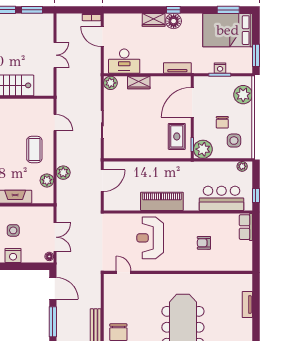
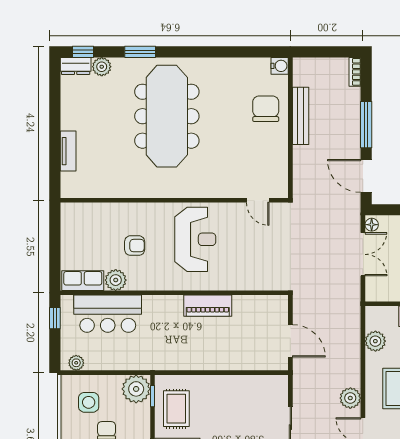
plant: (63, 173) -> (350, 398), moved
door: (102, 181) -> (290, 341), swing flipped
piano: (162, 201) -> (208, 306), width x0.73, depth x0.75
plant: (216, 220) -> (116, 280), added
row of seats: (246, 227) -> (83, 281), moved, turned -90
double door: (55, 237) -> (363, 254), swing flipped
reception desk: (150, 238) -> (195, 239), moved

